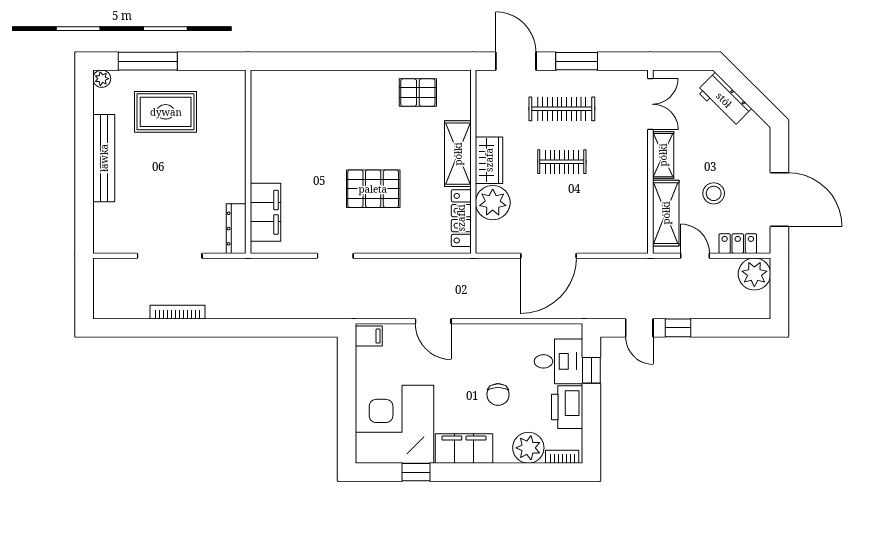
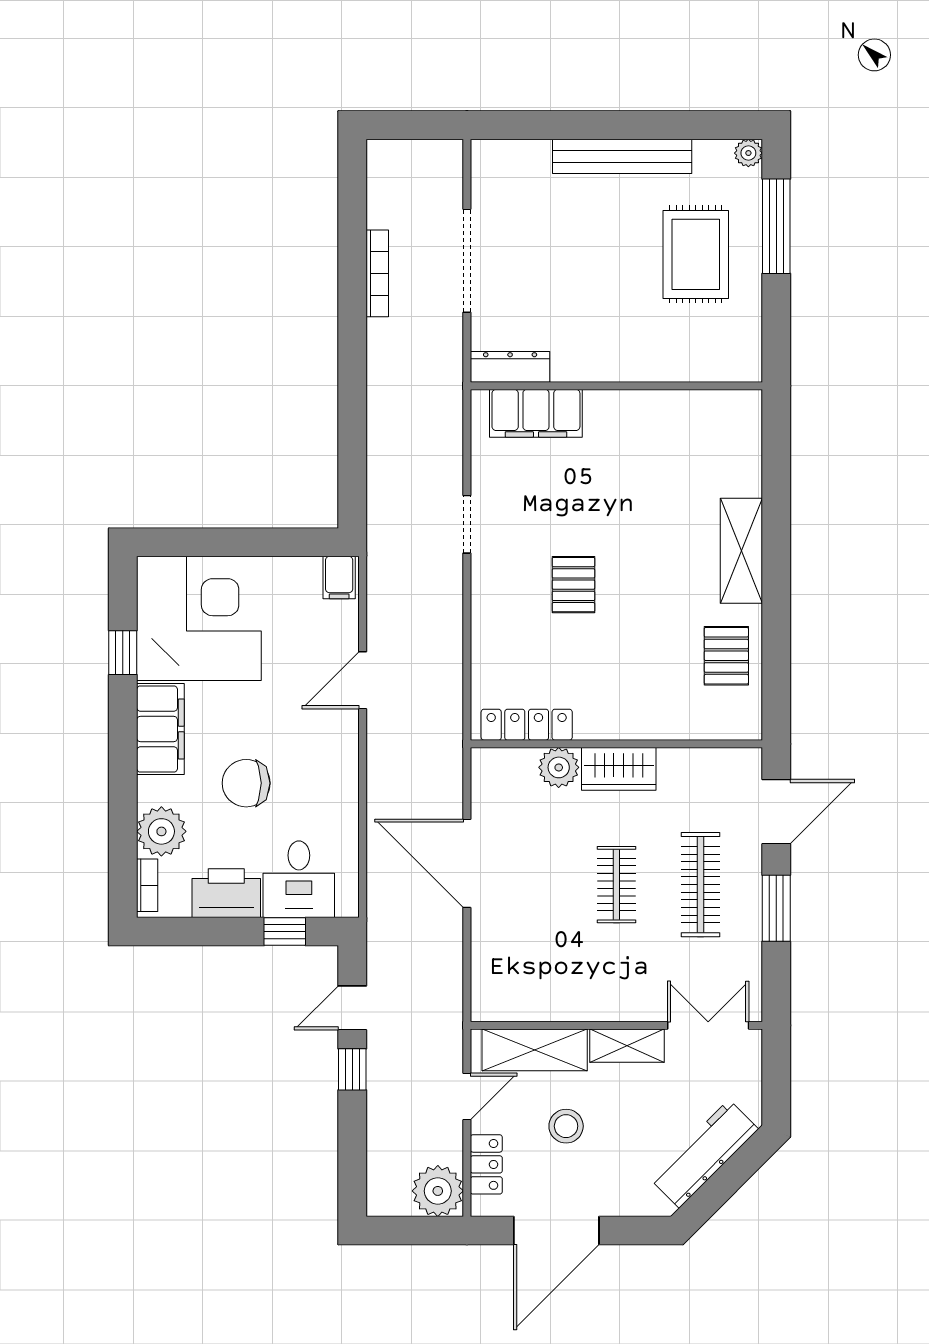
workbench: (724, 100) -> (704, 1154), width x1.38
double door: (650, 104) -> (708, 1025), swing flipped
shelving: (458, 154) -> (741, 551), moved, turned 90
pallet: (373, 189) -> (573, 585), width x0.67, depth x0.71
plant: (493, 203) -> (559, 767), width x0.73, depth x0.73
chair: (498, 395) -> (246, 783), width x1.37, depth x1.37

